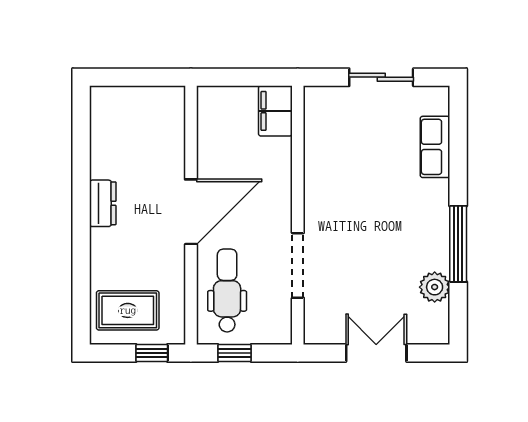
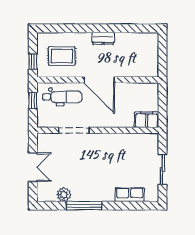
rug: (128, 310) -> (62, 56), moved, turned 90

